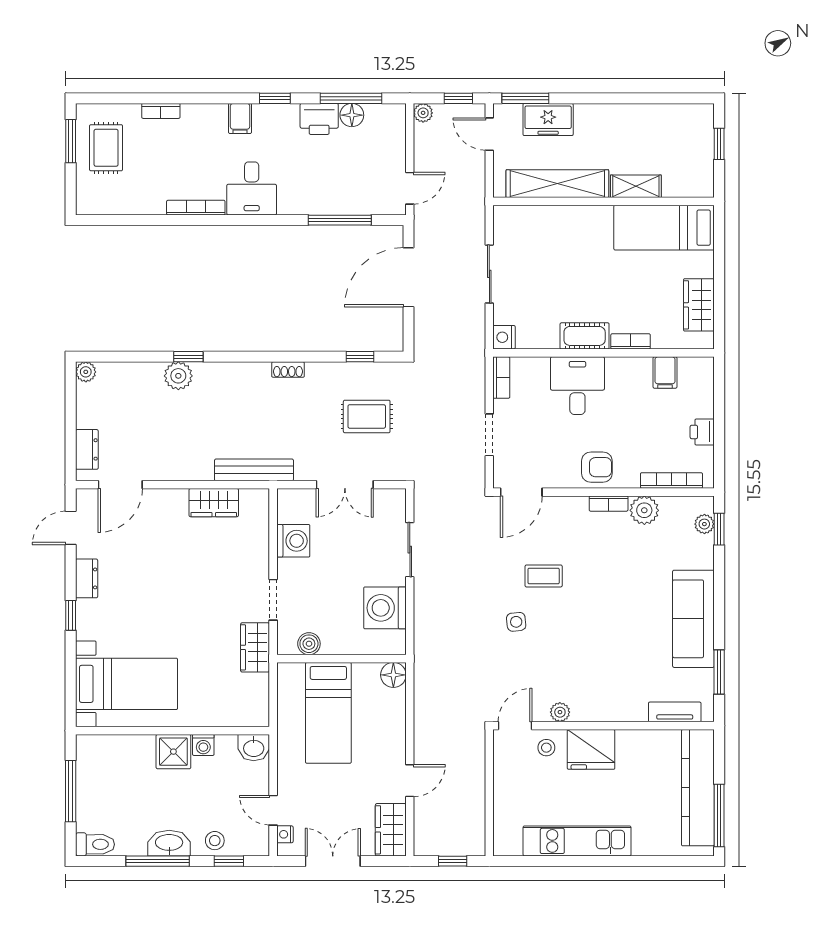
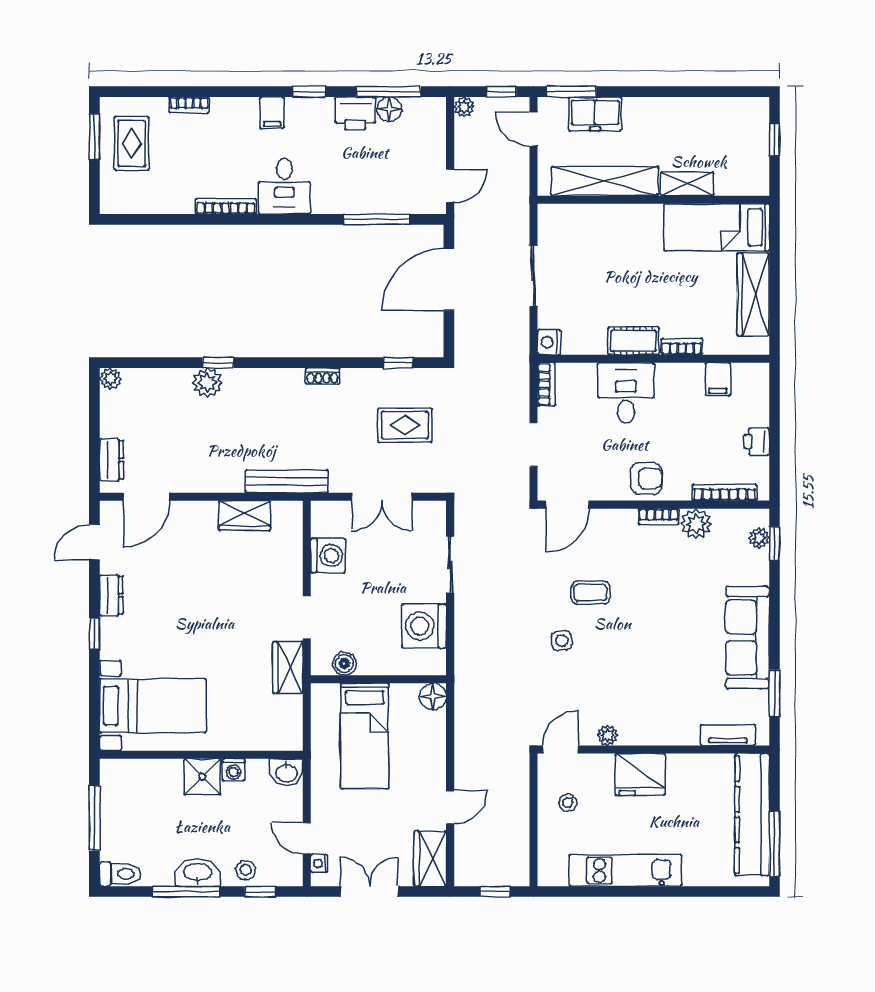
wardrobe: (699, 305) -> (753, 294), width x1.50
stool: (546, 748) -> (568, 803), moved

